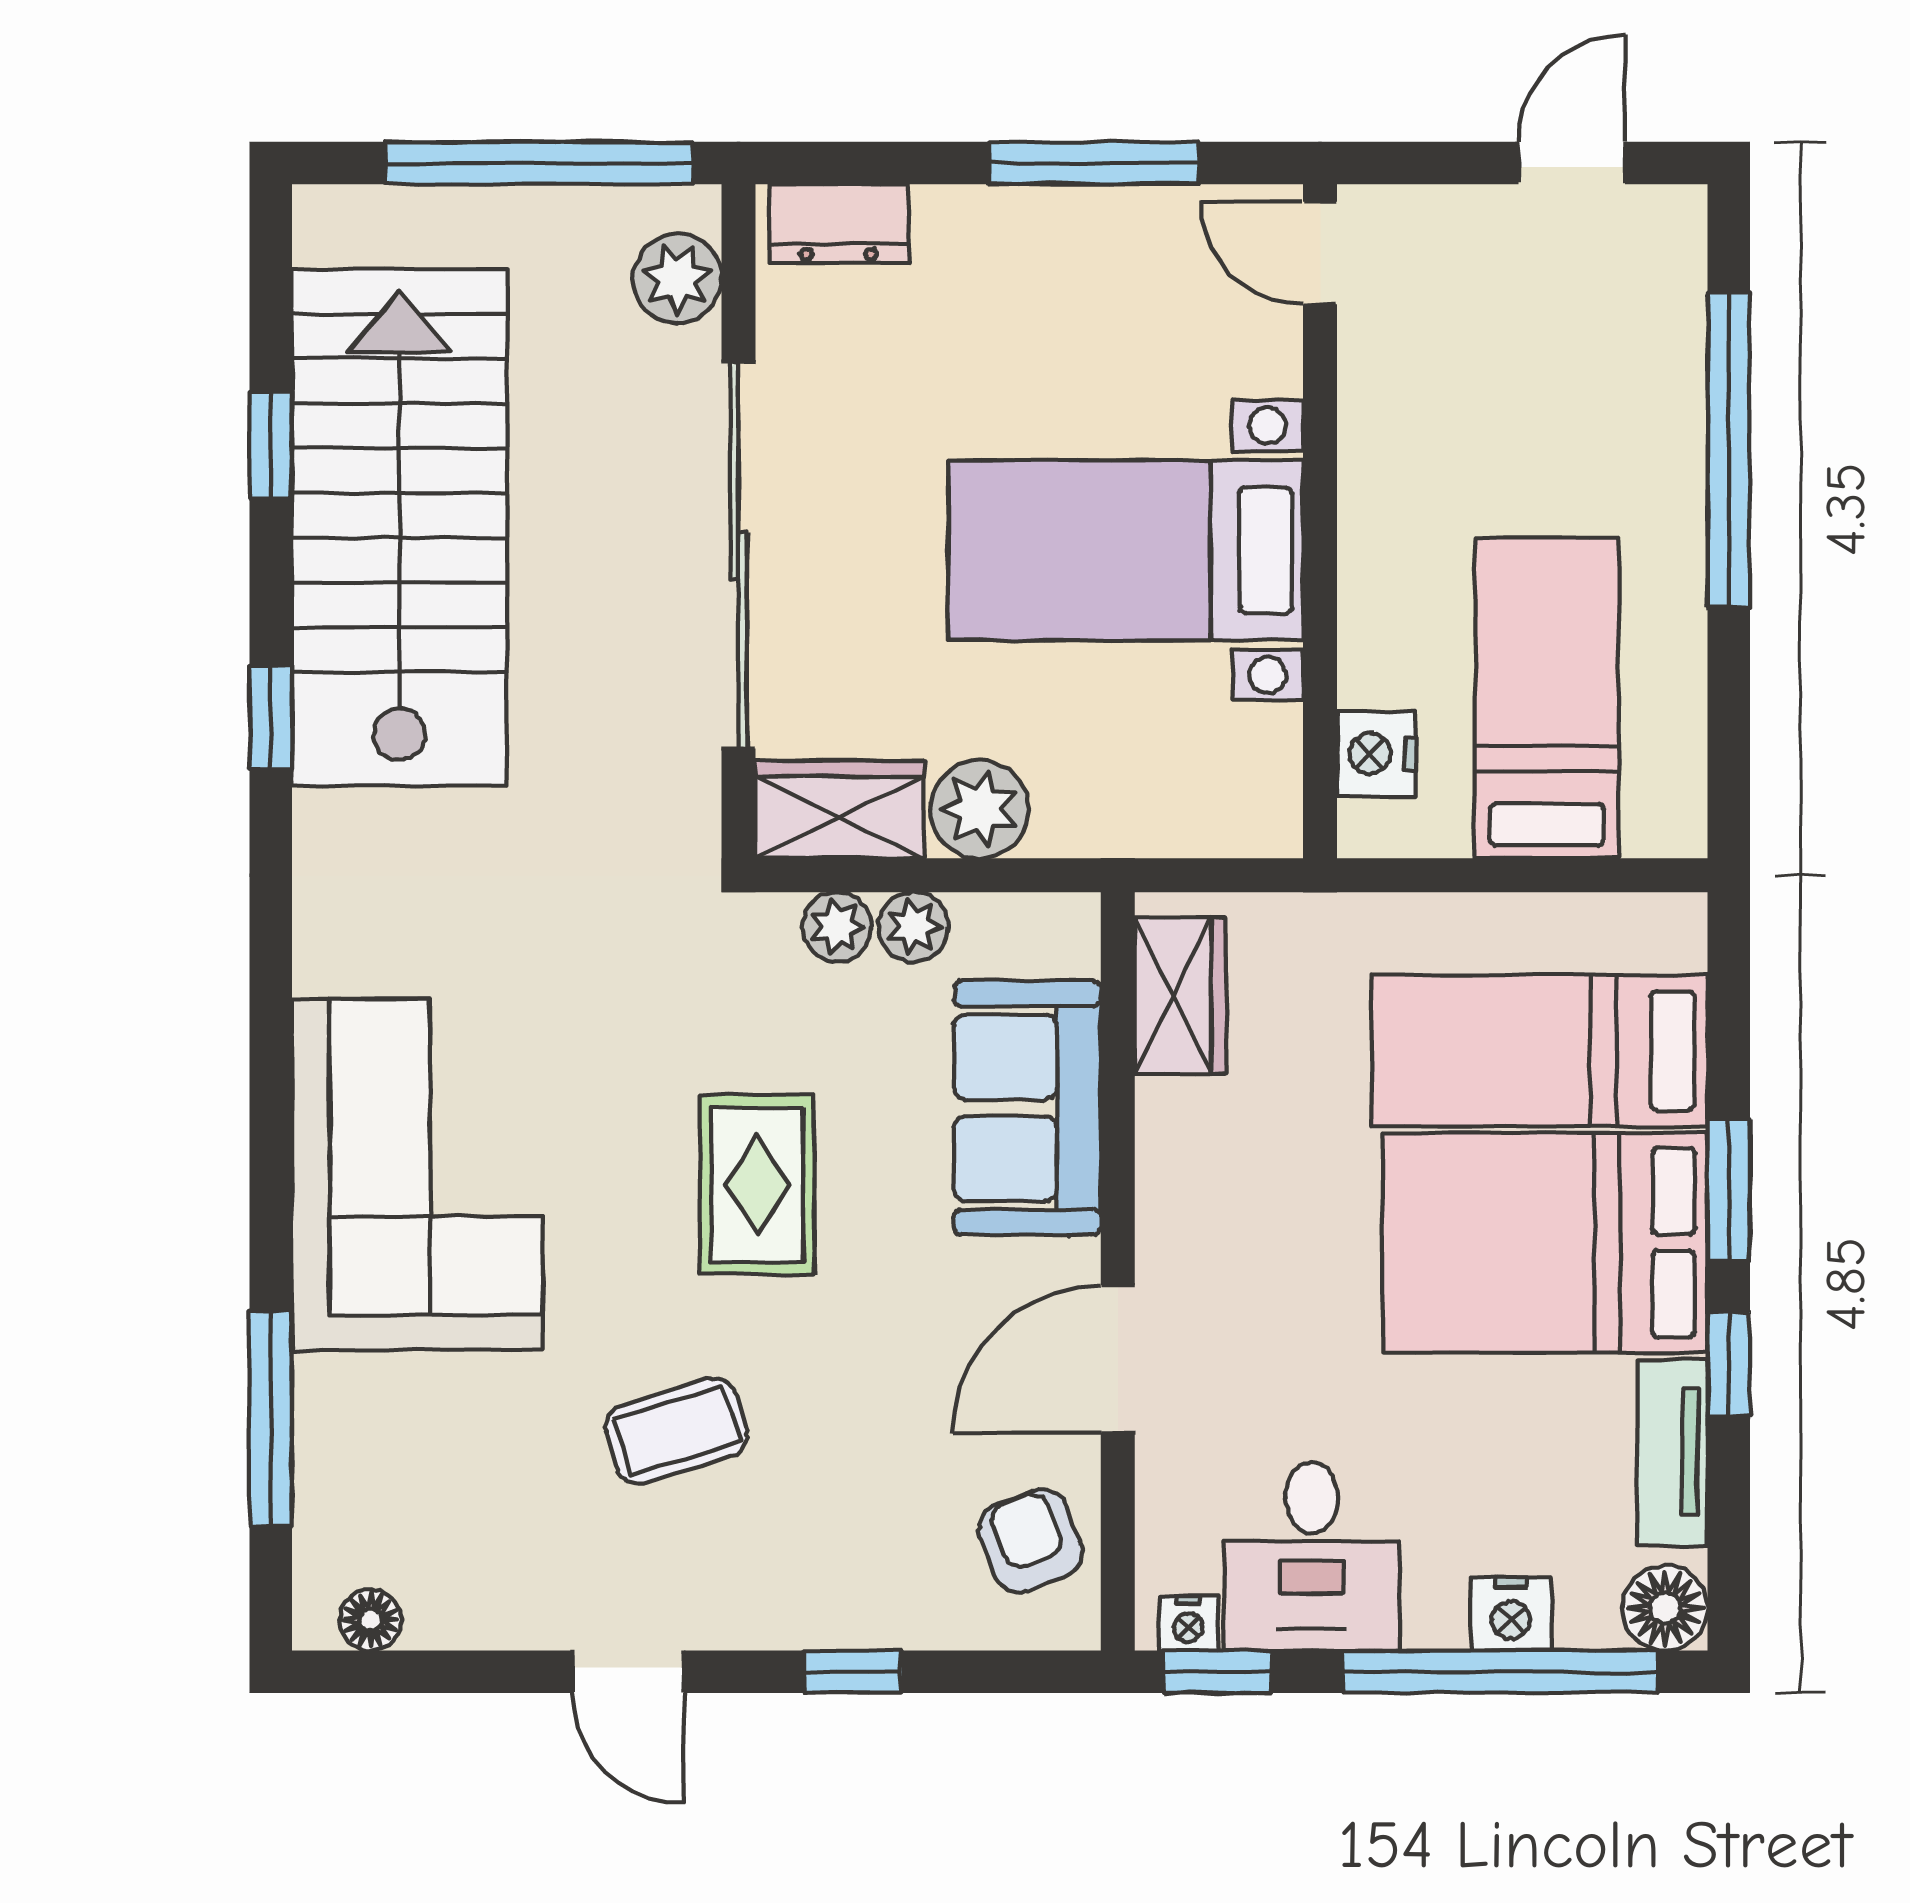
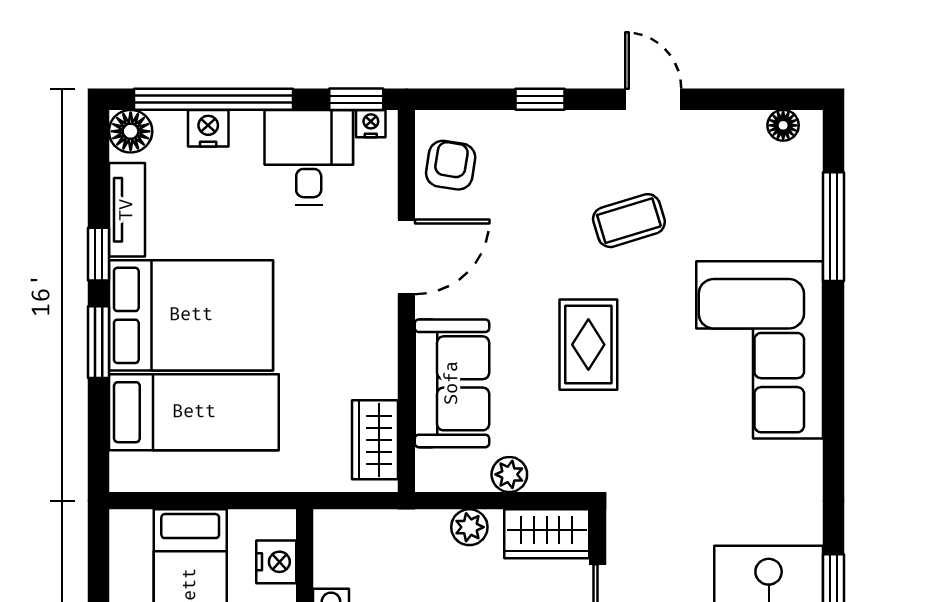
plant: (980, 809) -> (469, 527), width x0.73, depth x0.73
plant: (837, 927) -> (548, 475), removed
armchair: (1030, 1541) -> (451, 165), turned -150

